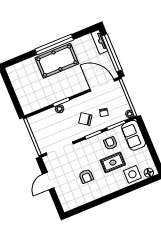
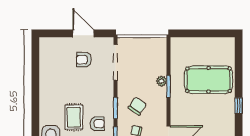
window: (54, 44) -> (239, 106), width x0.32
pool table: (57, 61) -> (209, 80), moved, turned 90
armchair: (86, 176) -> (84, 60), moved

